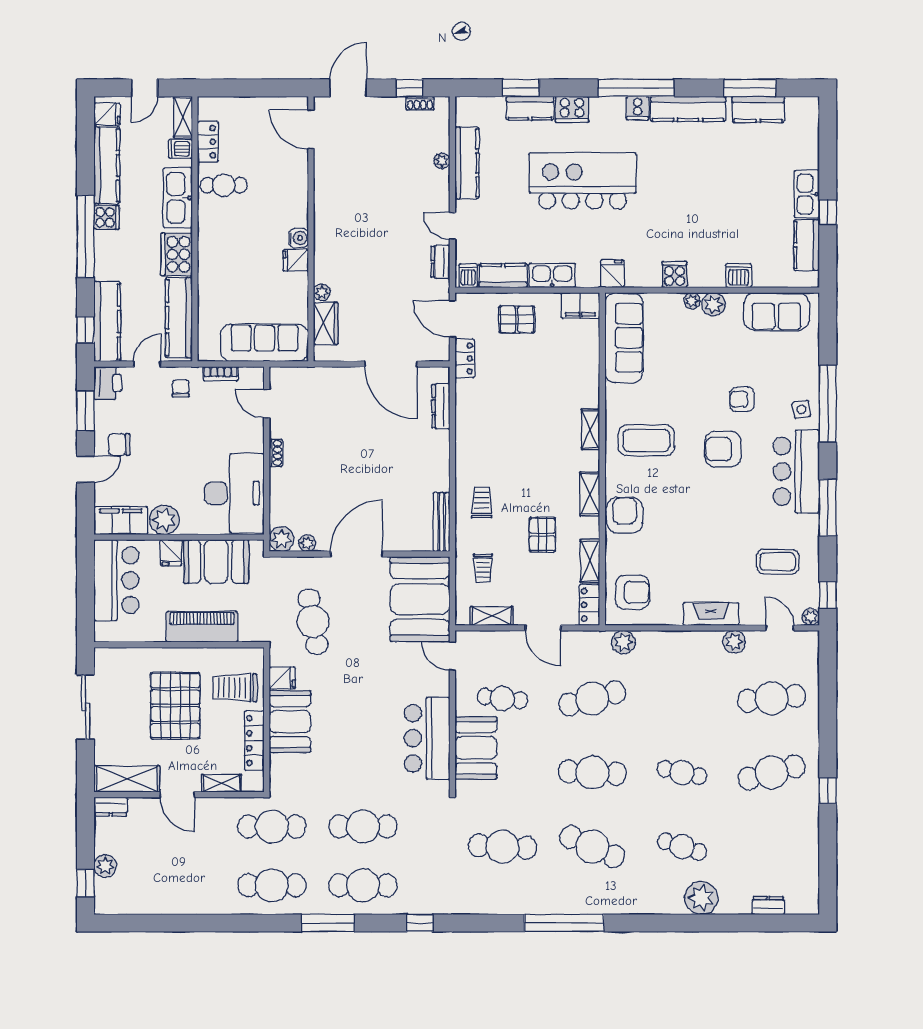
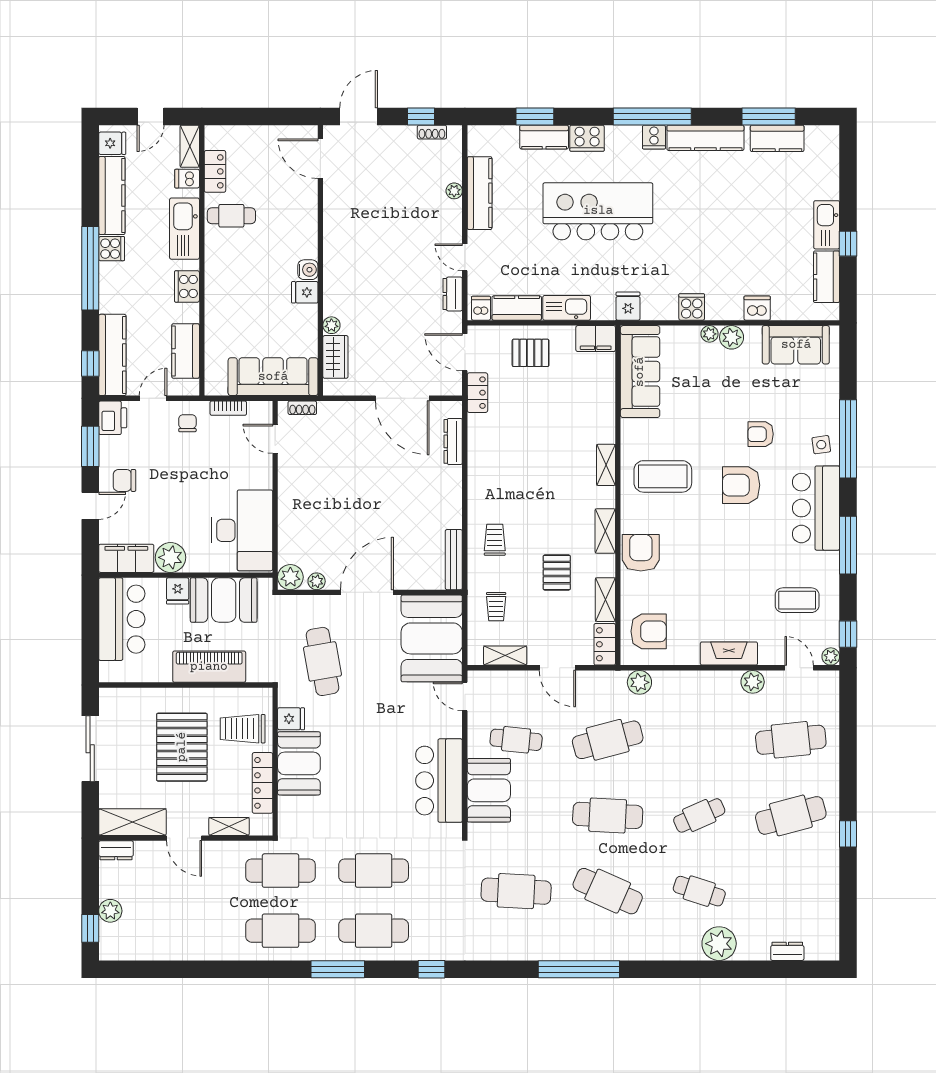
cooker: (177, 254) -> (187, 286), width x0.73, depth x0.76
kitchen counter: (179, 318) -> (186, 351), width x0.67
shoe rack: (276, 453) -> (302, 408), moved, turned 90
cafe table: (682, 772) -> (699, 815), turned -36

